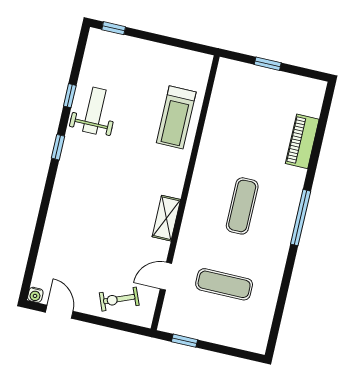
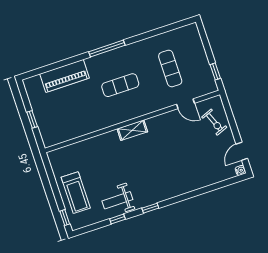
treadmill: (176, 117) -> (76, 193), moved, turned 90
piano: (302, 141) -> (64, 76), width x1.37, depth x1.33
shelving: (166, 218) -> (132, 130), moved

